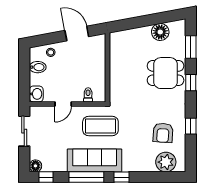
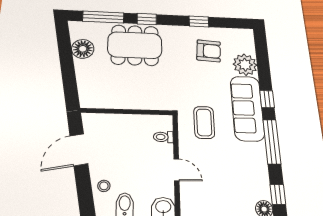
window: (191, 47) -> (103, 17), width x1.44
dining table: (166, 73) -> (135, 45), width x1.38
coffee table: (100, 126) -> (204, 122), width x0.73, depth x0.76
sofa: (95, 160) -> (247, 108), moved
plant: (166, 162) -> (245, 65), moved

